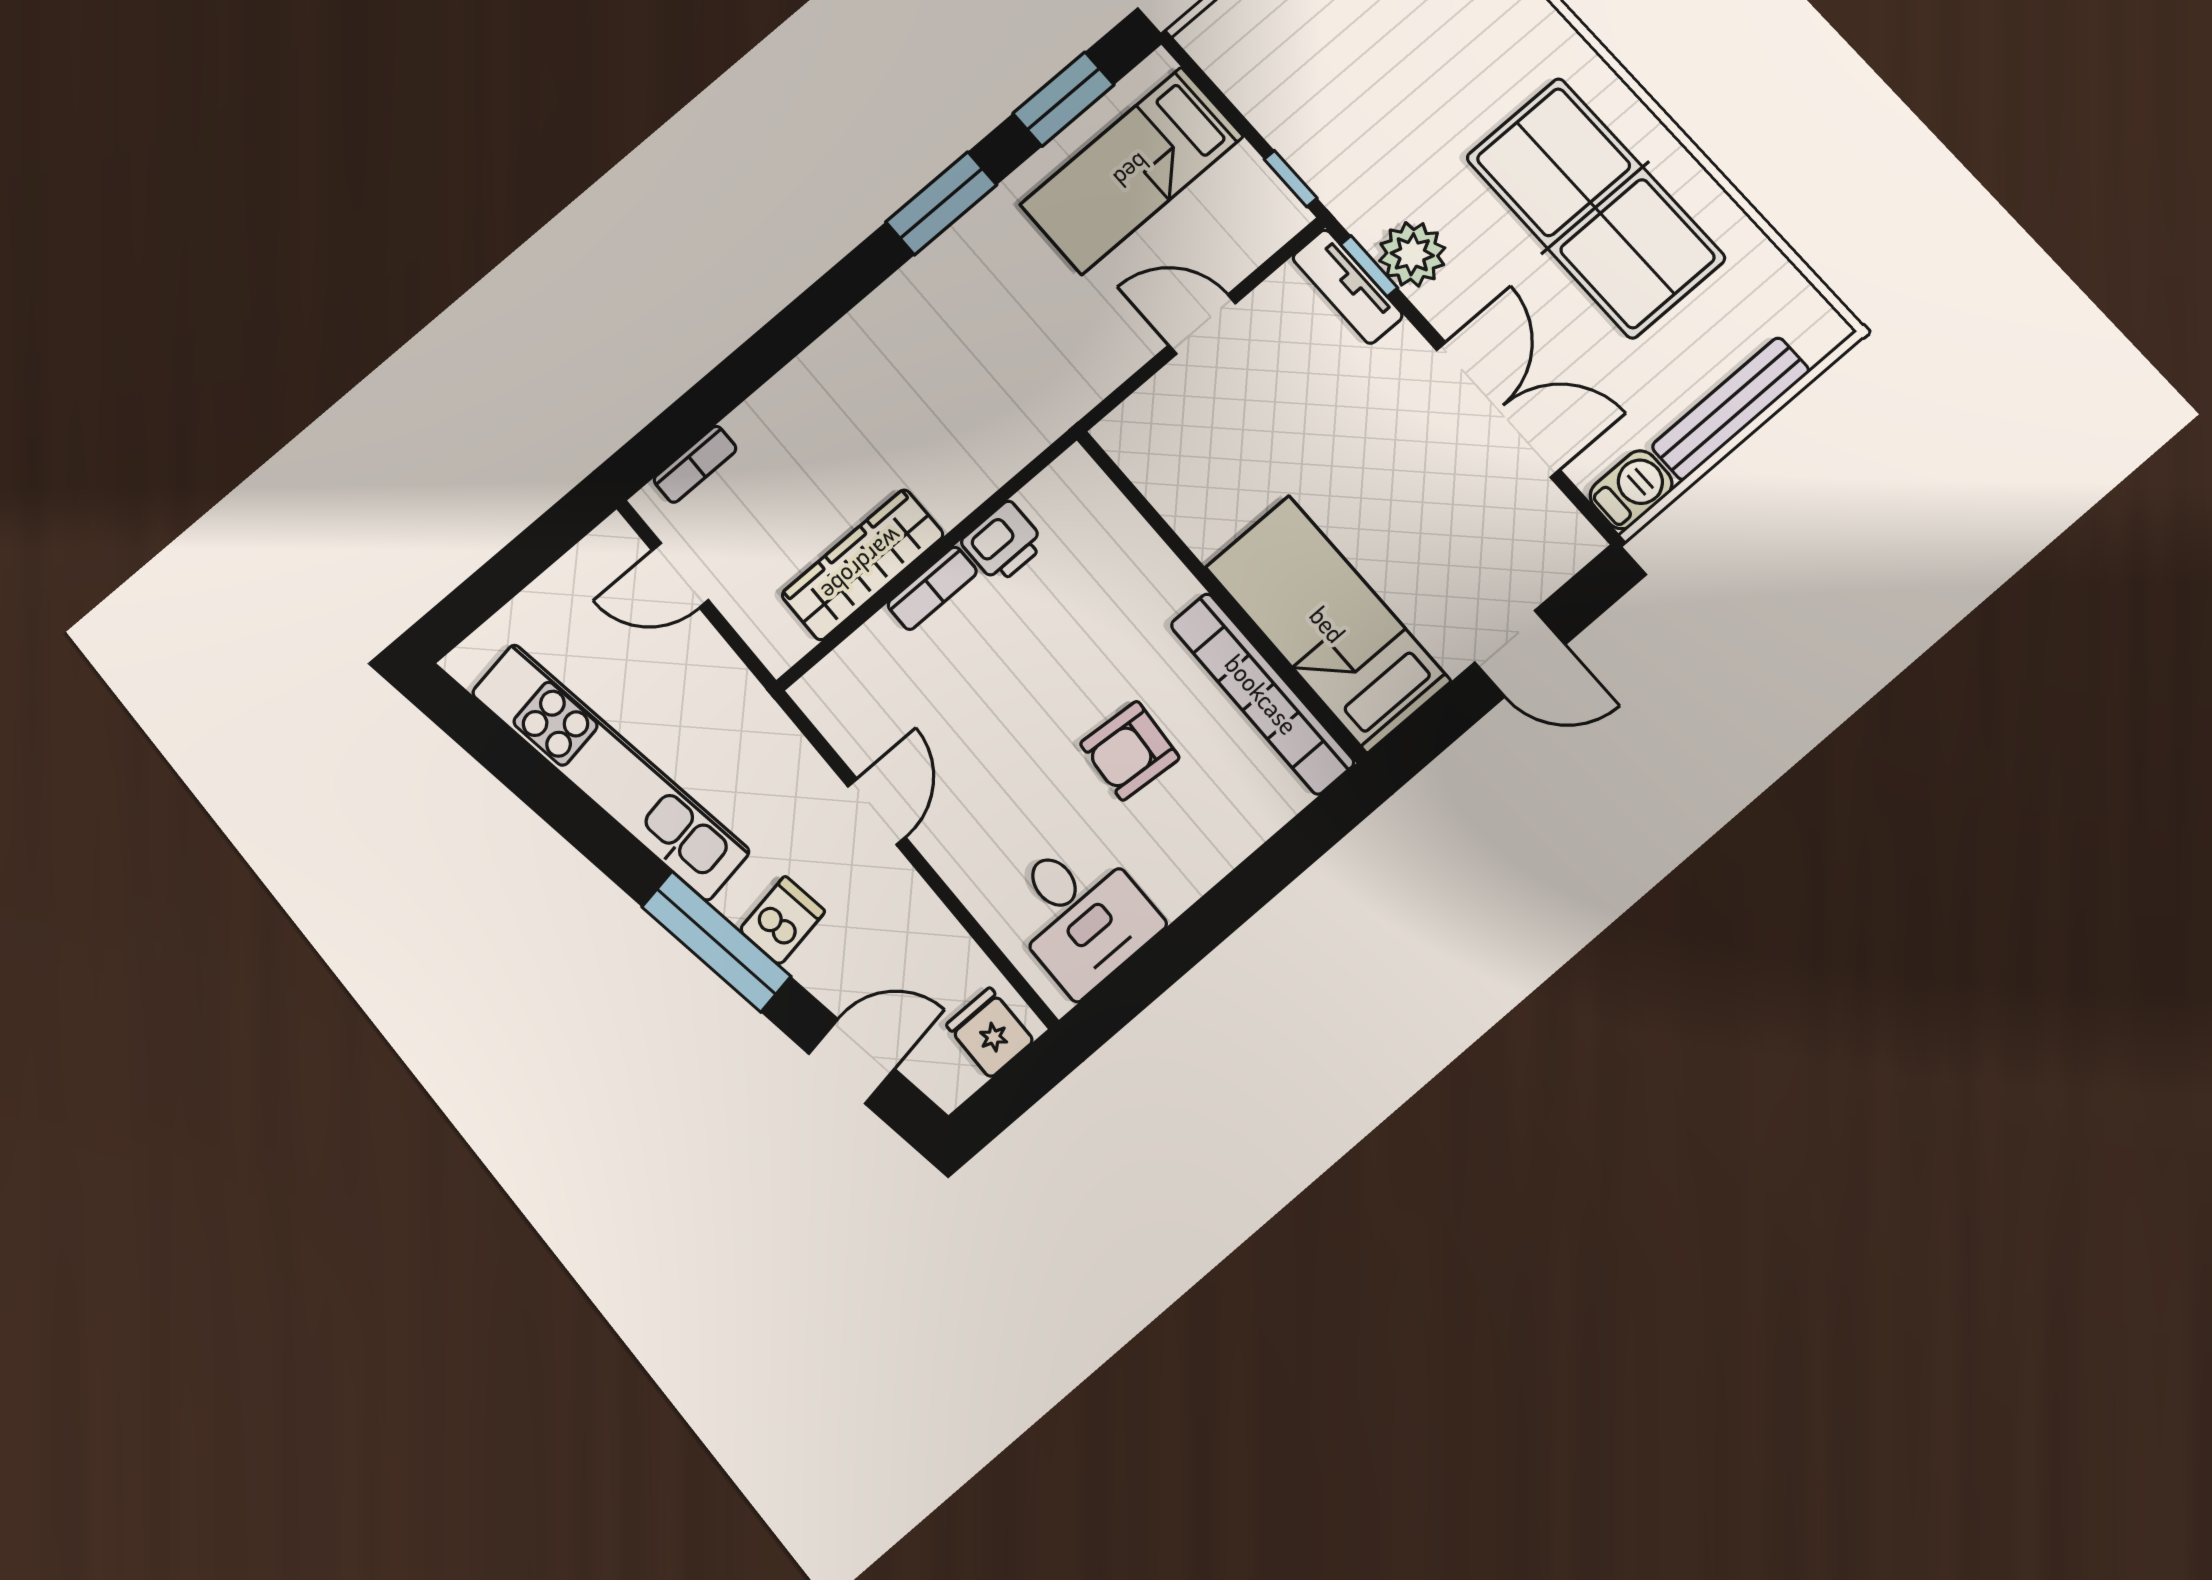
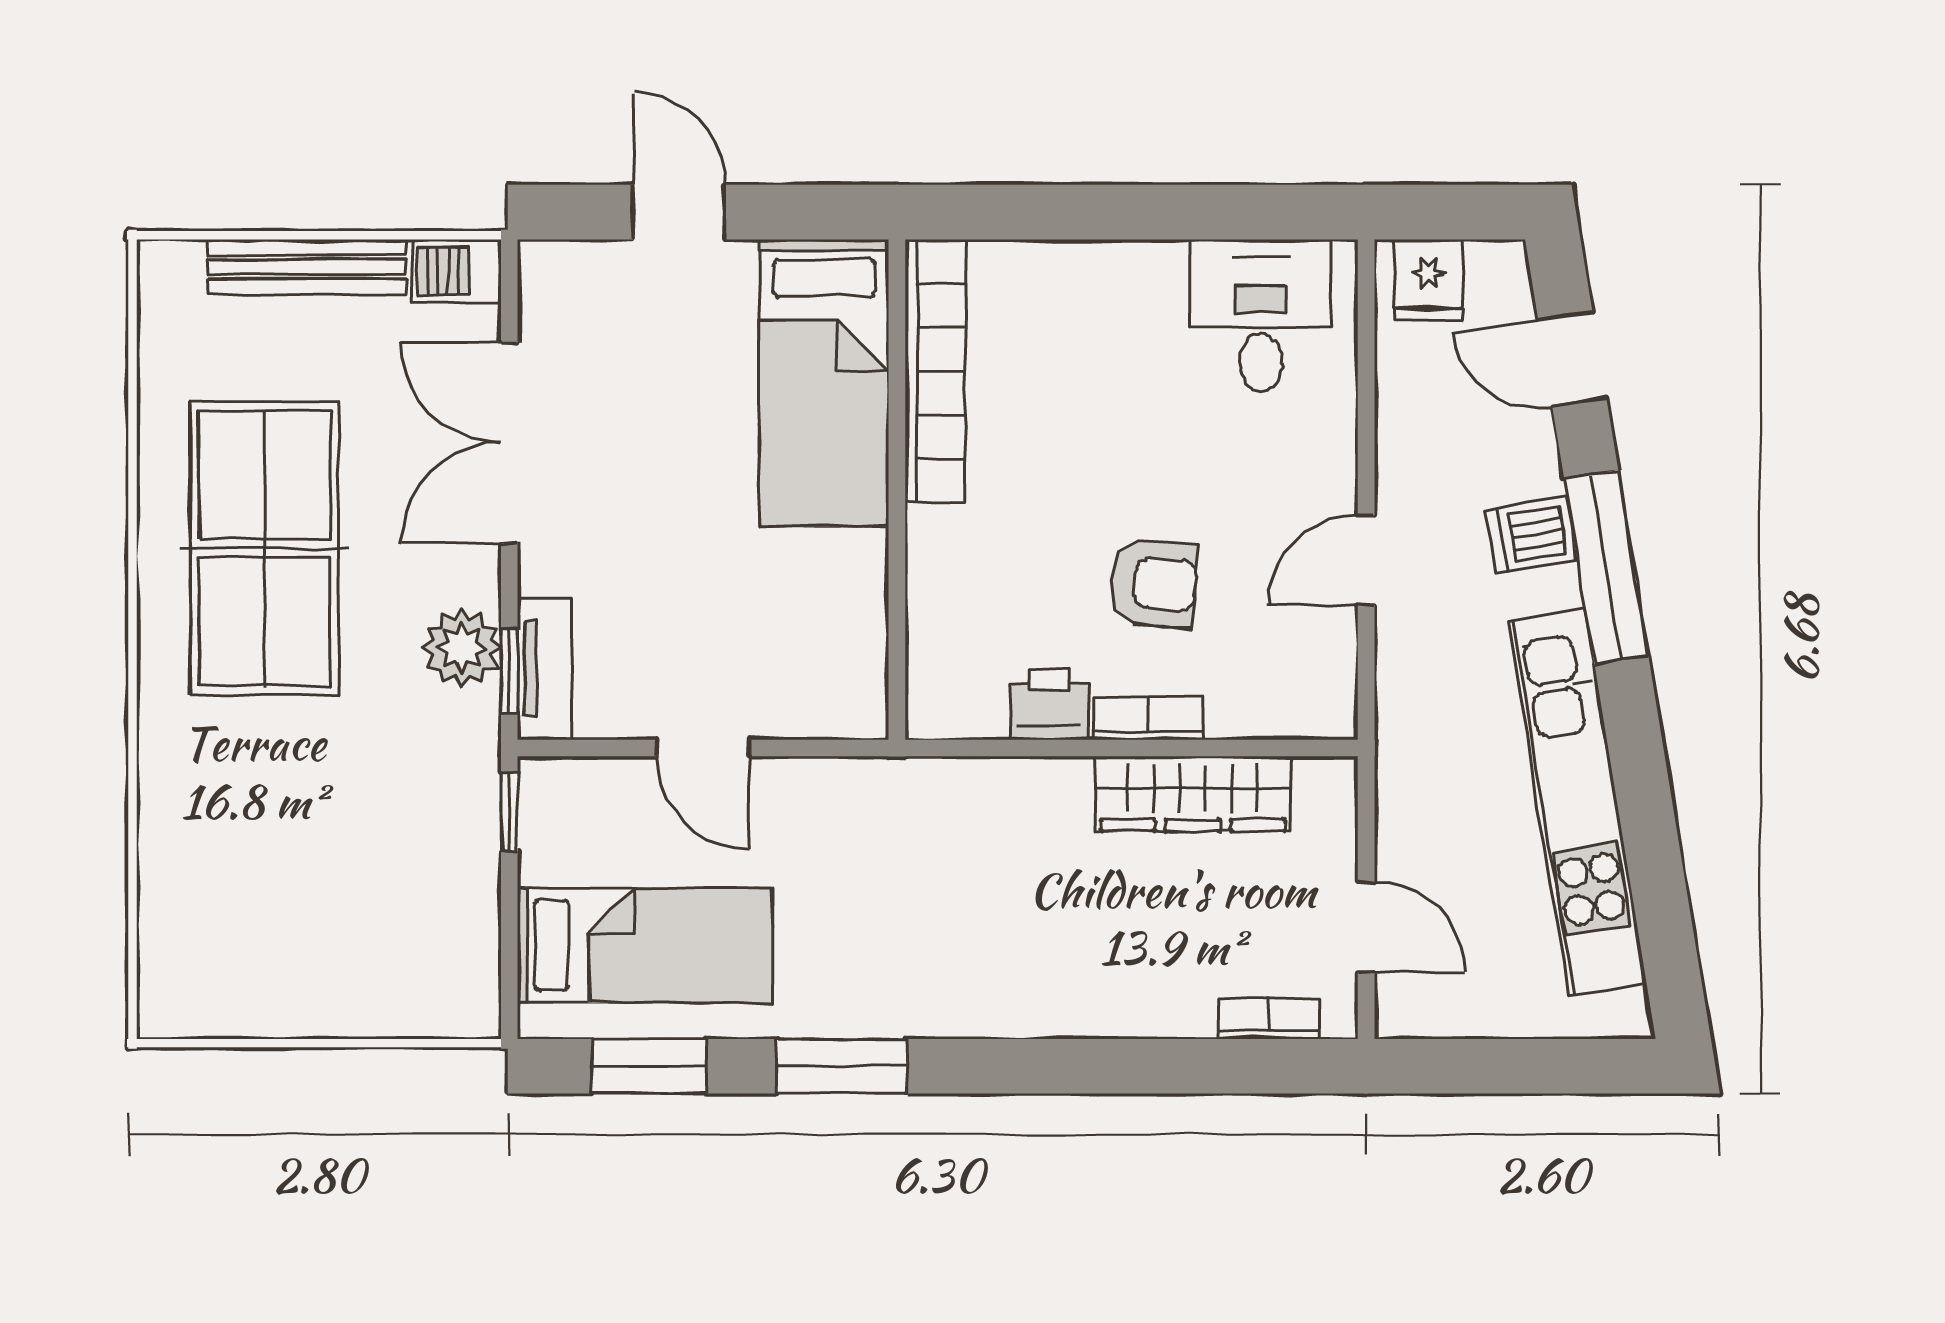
armchair: (1130, 751) -> (1153, 583), moved

